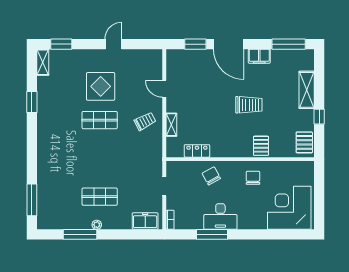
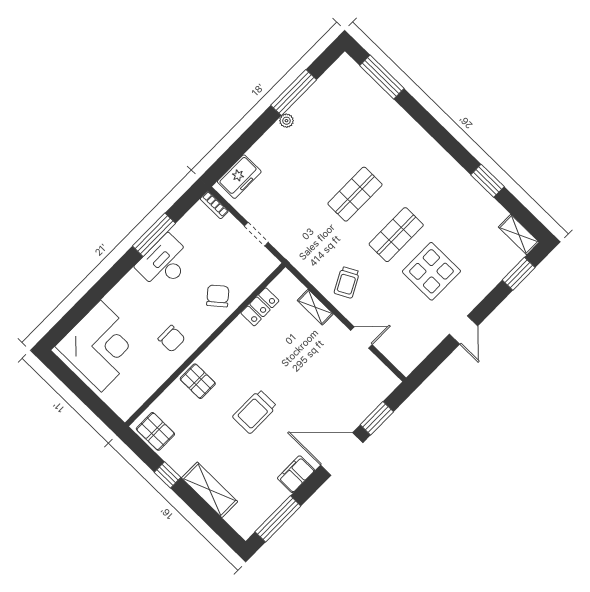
chair: (211, 176) -> (218, 296), turned -101
shop shelf: (100, 197) -> (355, 194), moved

